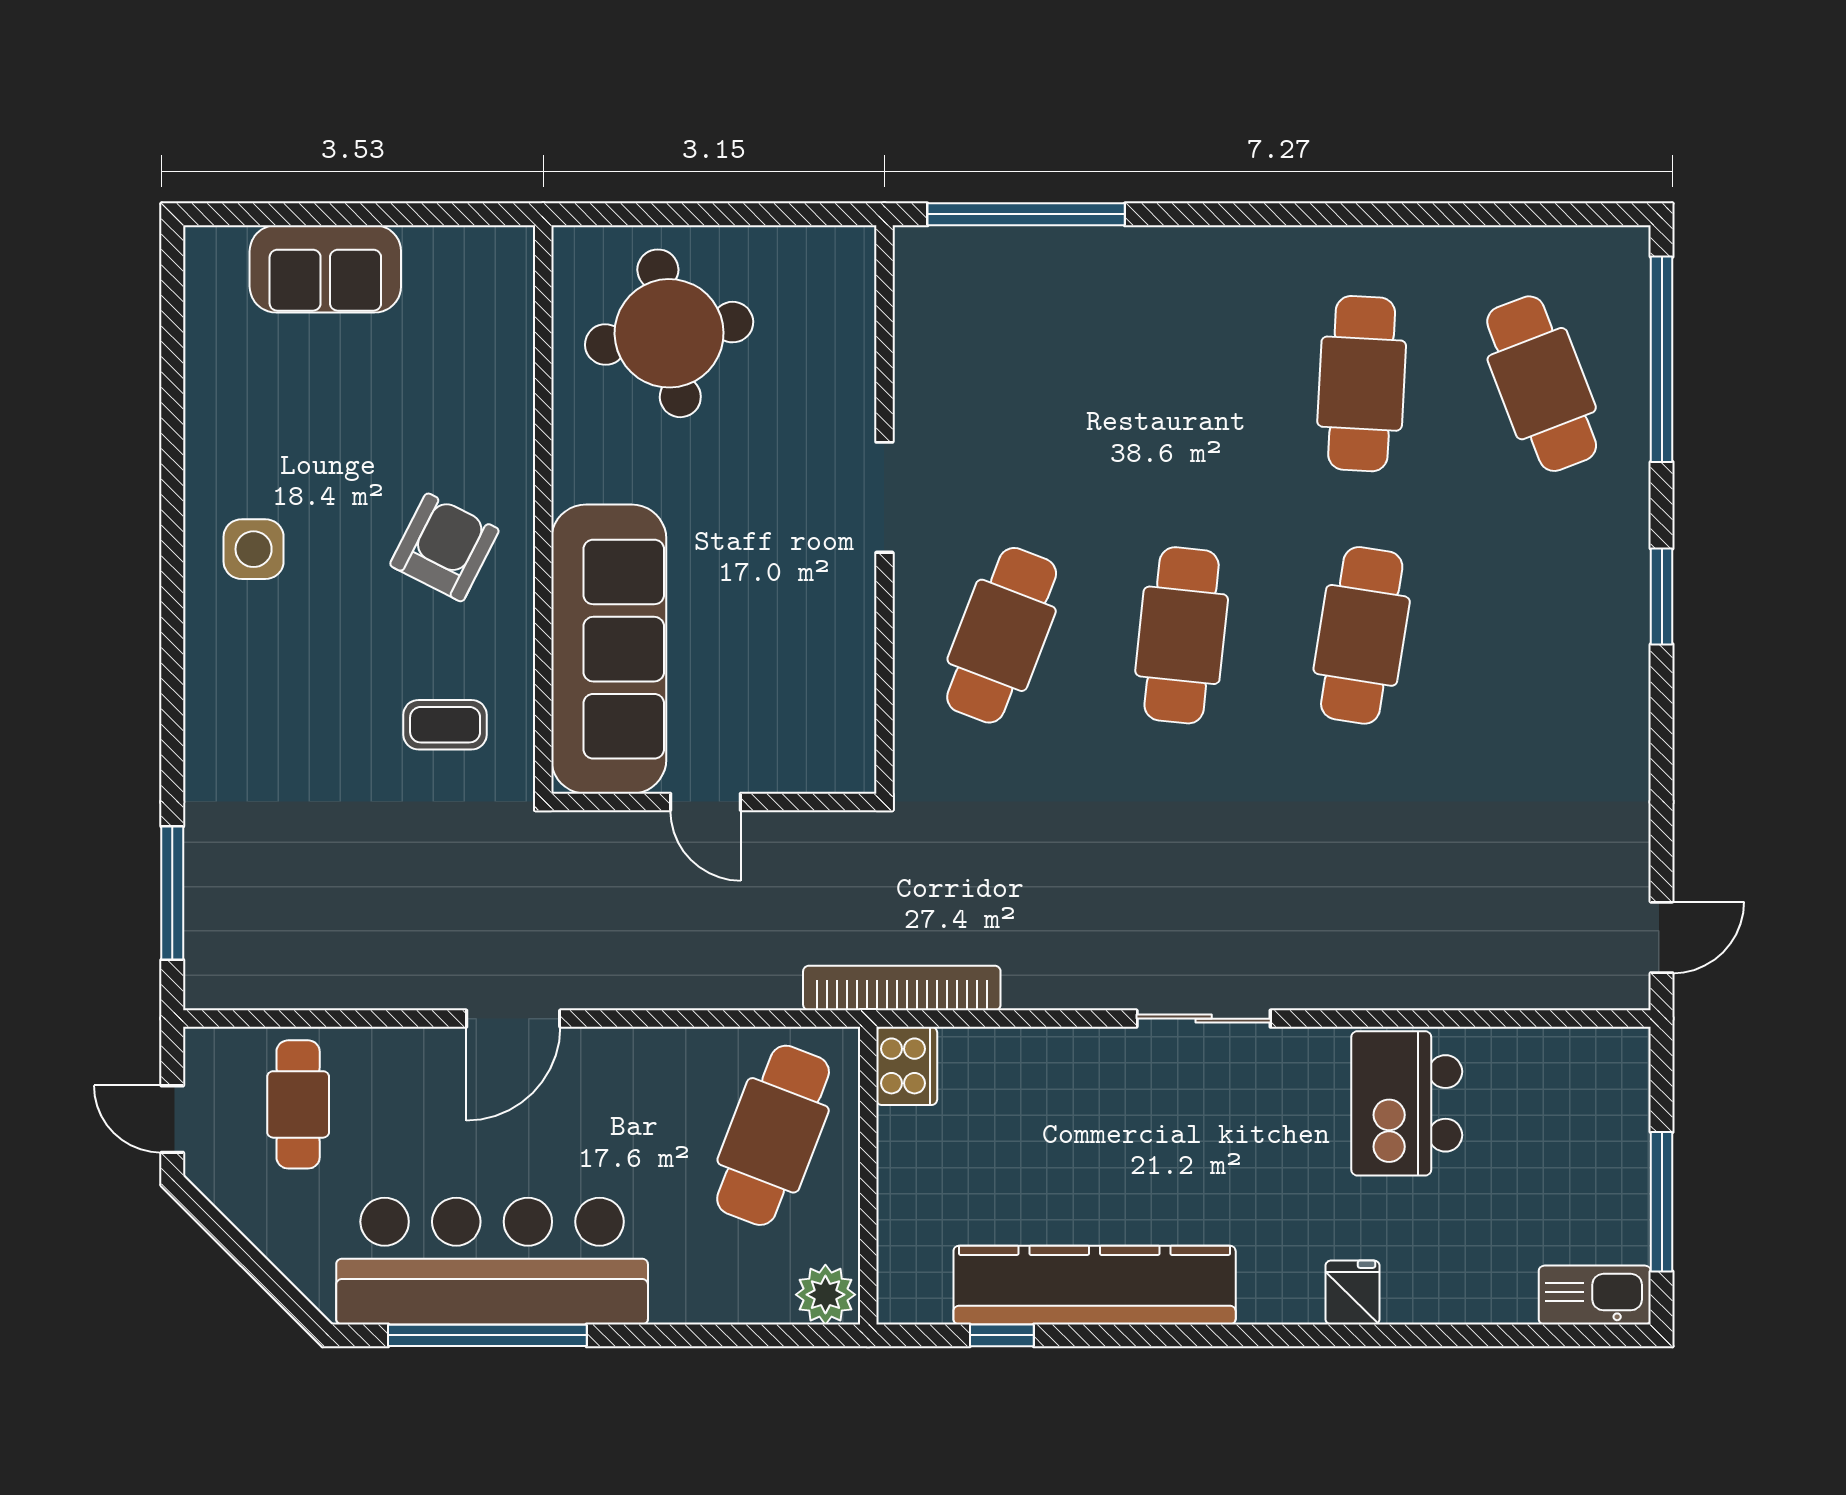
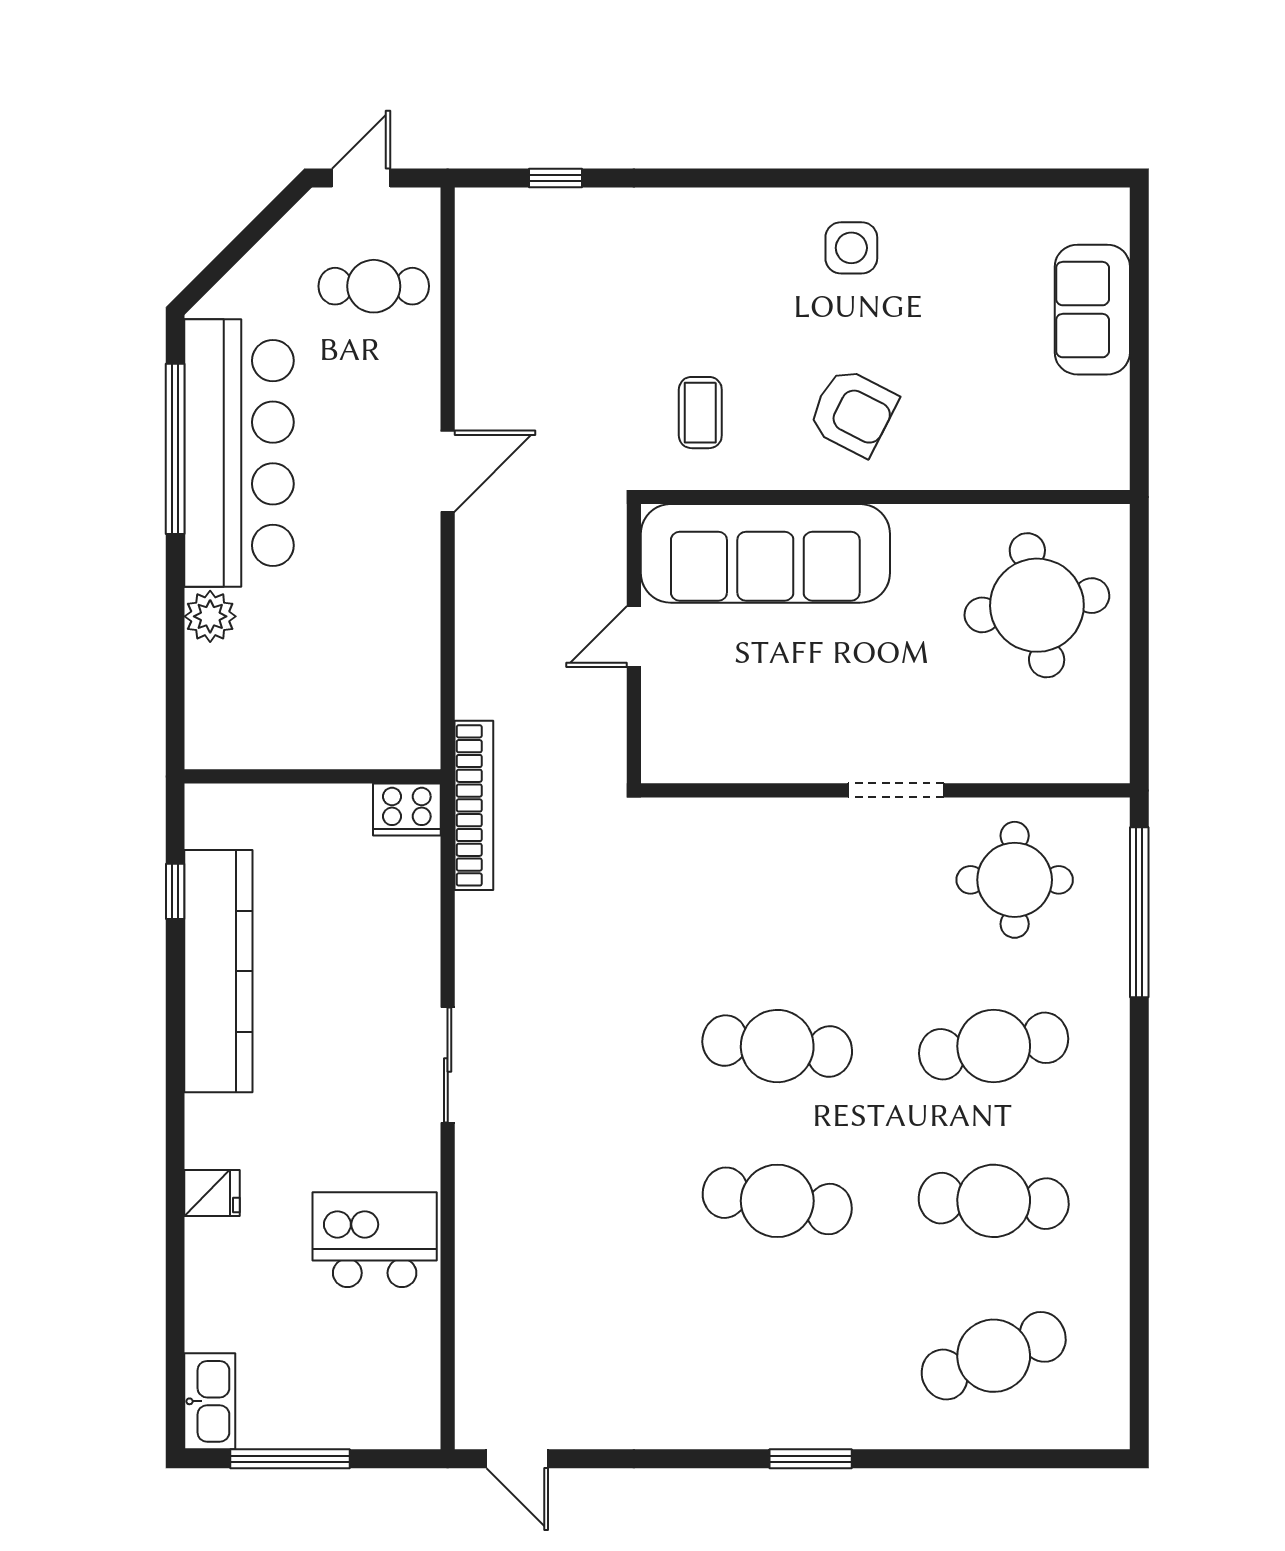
round table: (988, 359) -> (1015, 880), added
window: (1662, 359) -> (1015, 1459), removed
cafe table: (1002, 635) -> (994, 1046), moved, turned -30
window: (172, 893) -> (555, 178), width x0.46
door: (513, 1019) -> (448, 471), swing flipped
cafe table: (773, 1135) -> (347, 695), removed
plant: (825, 1295) -> (210, 616), moved

